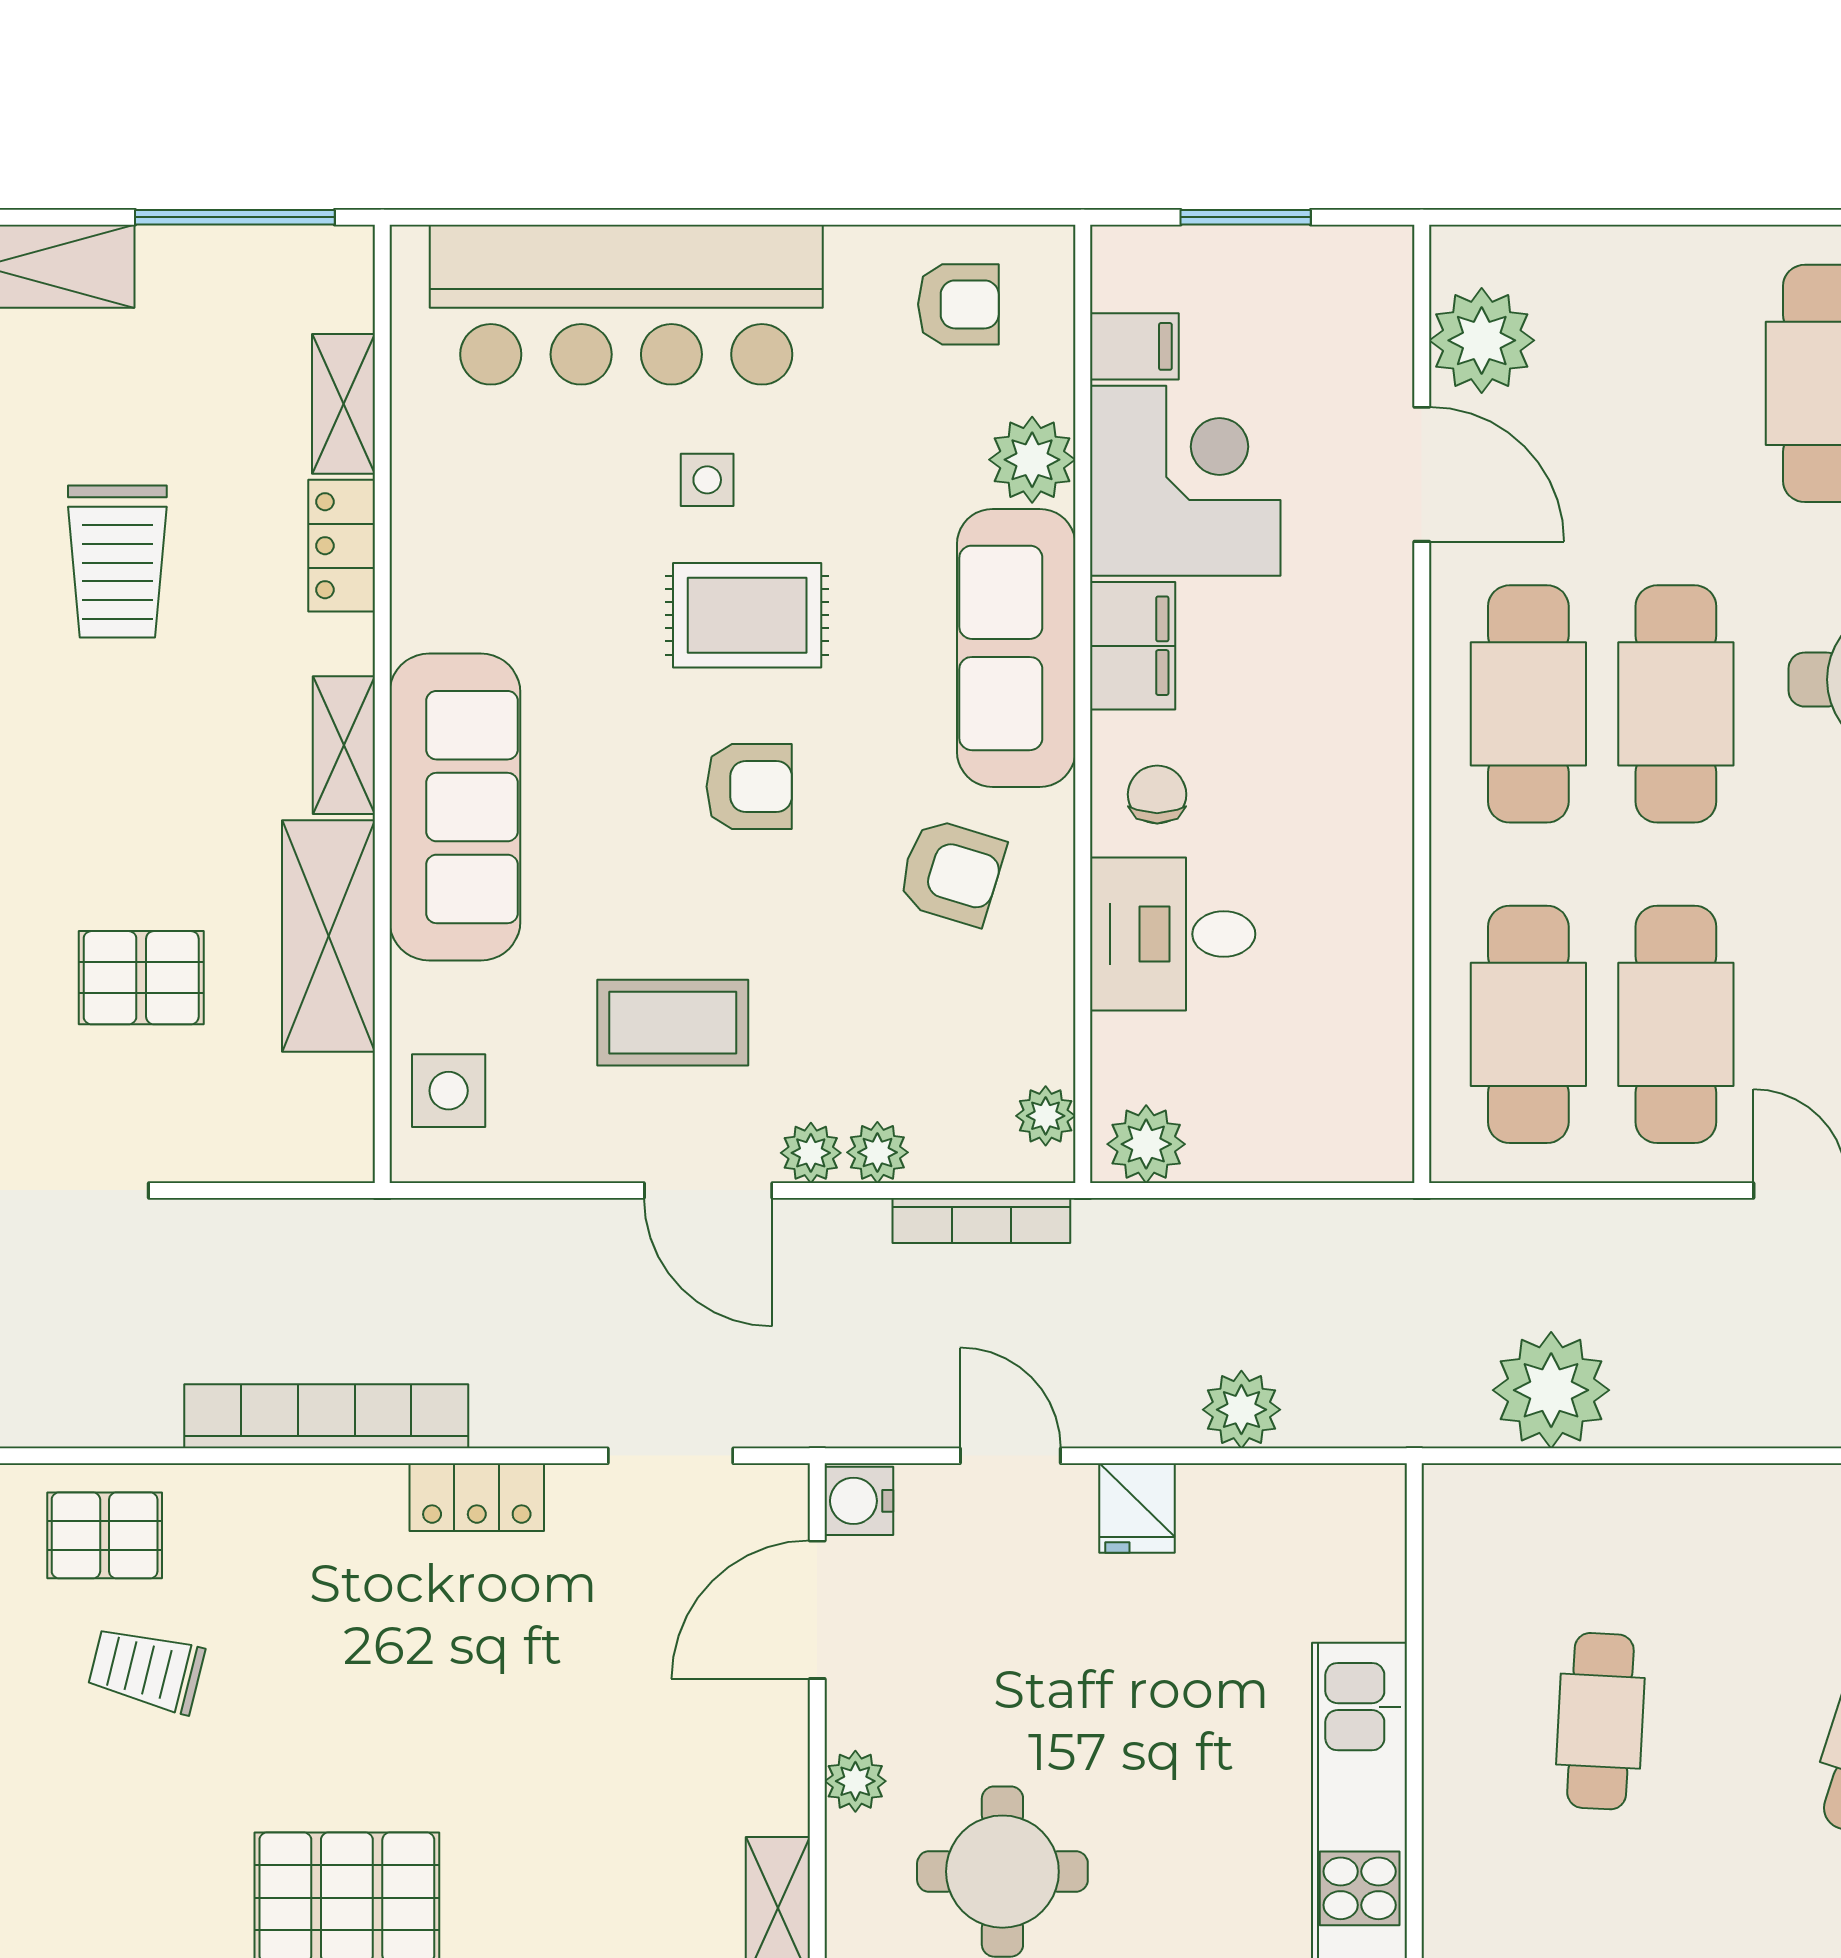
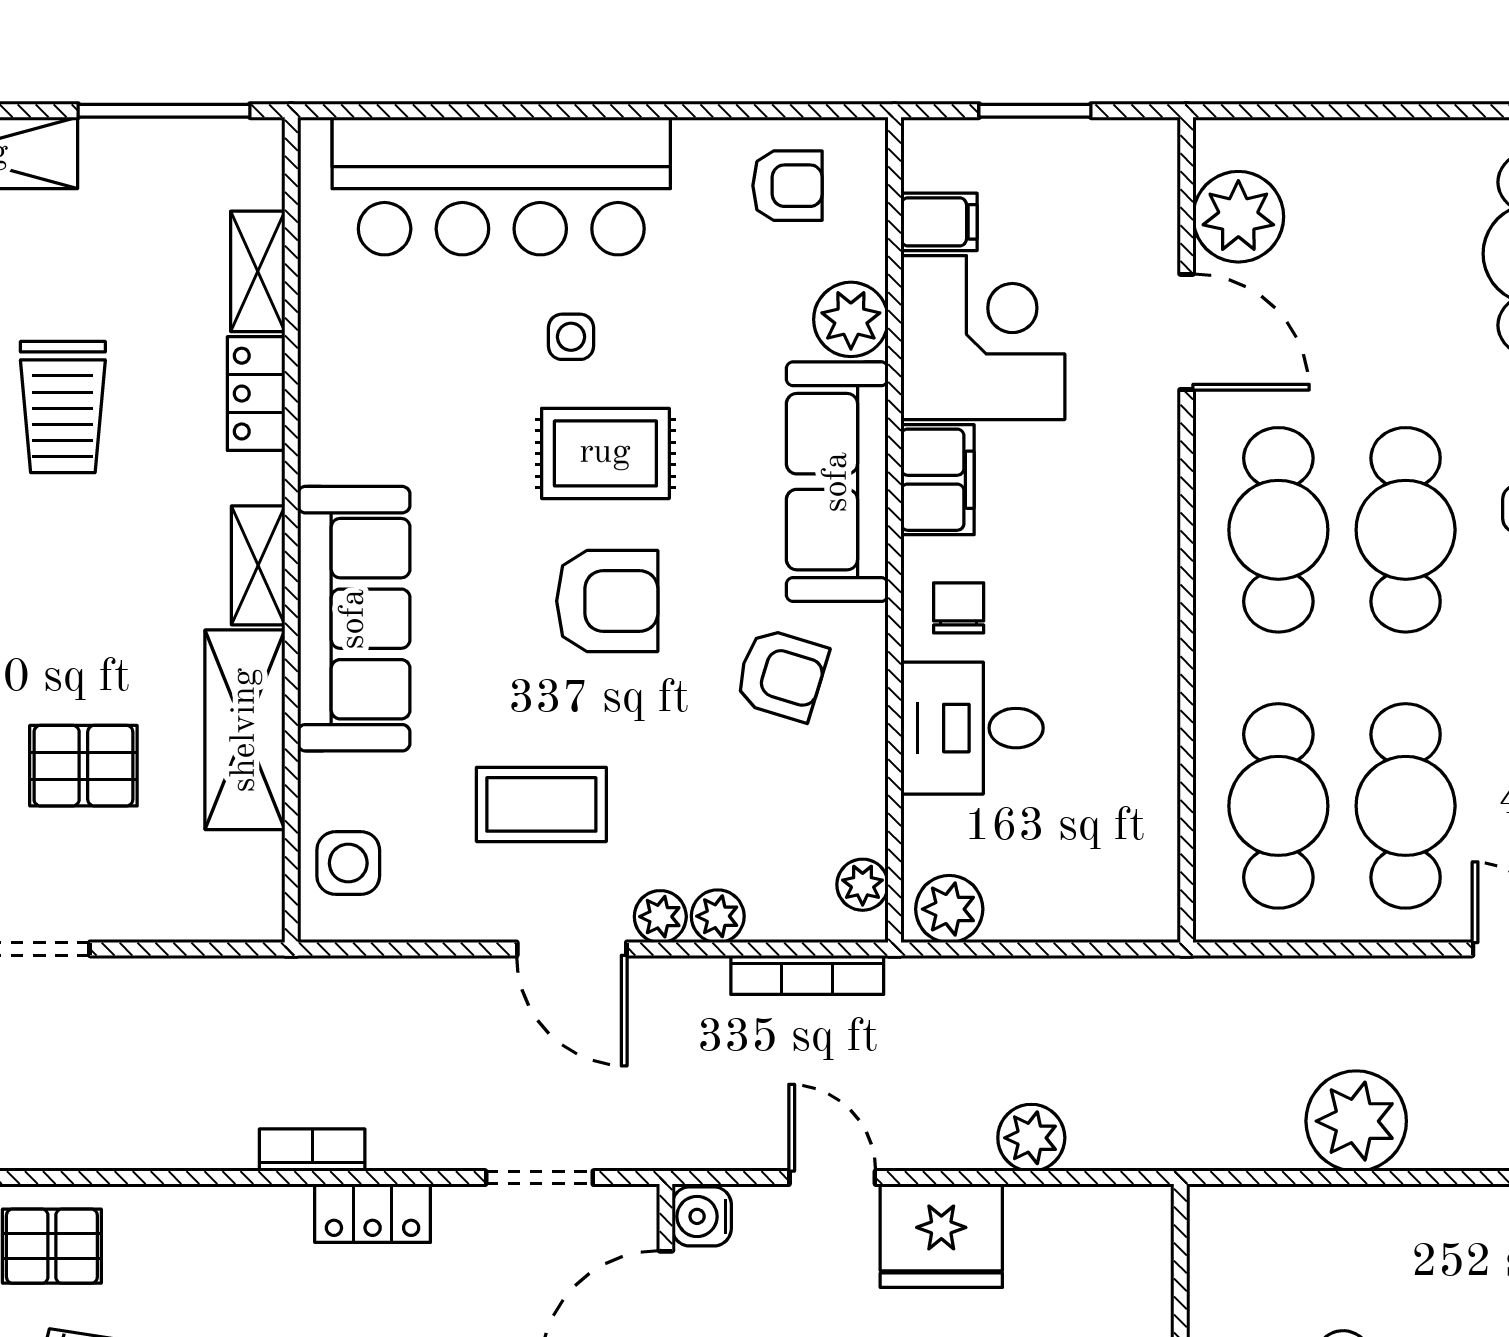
armchair: (749, 787) -> (607, 601), width x1.38, depth x1.38
plant: (1551, 1390) -> (1356, 1121), moved
bookcase: (326, 1416) -> (312, 1150), width x0.43, depth x0.76
fridge: (1137, 1508) -> (941, 1236), width x1.88, depth x1.34

